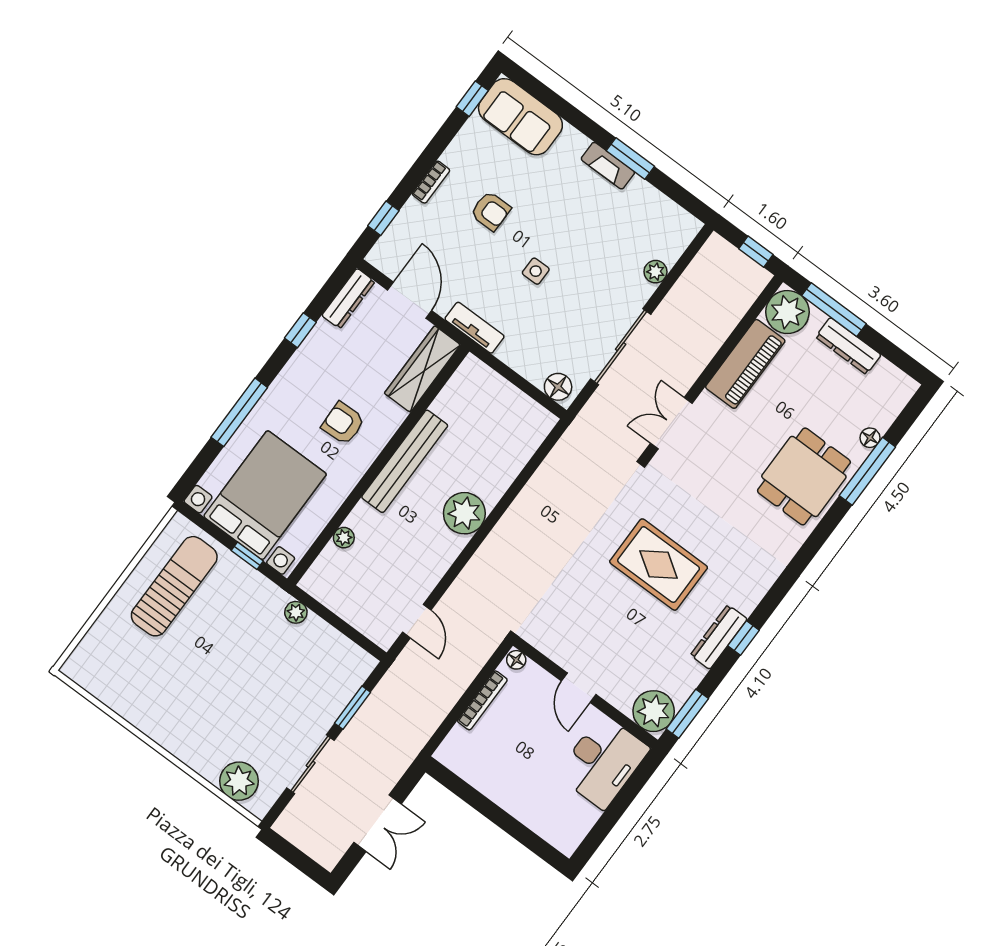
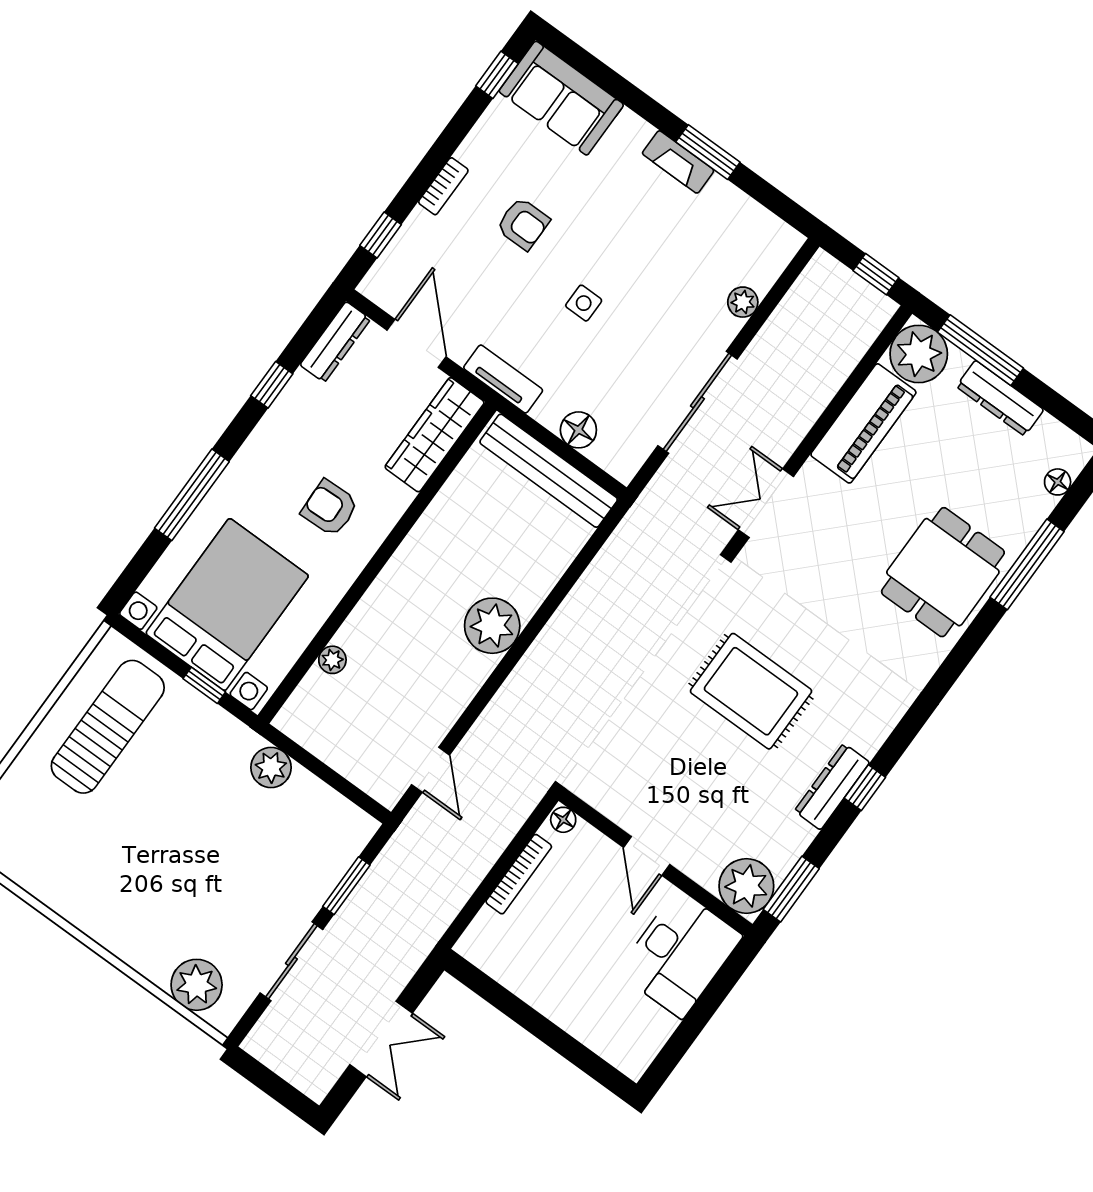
floor lamp: (558, 387) -> (578, 430), moved
floor lamp: (870, 438) -> (1058, 482), moved
bench: (405, 461) -> (549, 471), moved, turned 90
plant: (296, 612) -> (271, 767), width x1.38, depth x1.38

